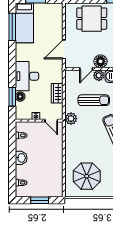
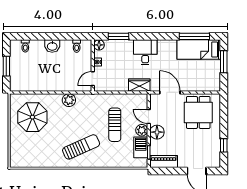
dining table: (92, 19) -> (198, 112), moved
desk: (27, 76) -> (145, 52), width x0.73
wardrobe: (57, 93) -> (139, 85), moved
floor lamp: (20, 97) -> (99, 45), moved
plant: (71, 119) -> (69, 100), moved

